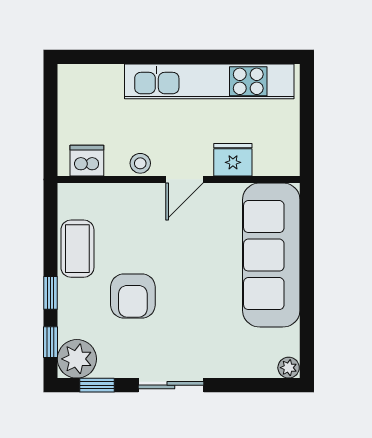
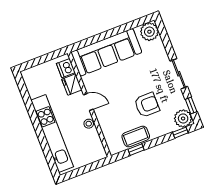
kitchen unit: (209, 81) -> (52, 133), moved
dishwasher: (87, 161) -> (66, 68), moved
window: (51, 293) -> (136, 150), moved
plant: (289, 368) -> (149, 32), width x1.88, depth x1.88

